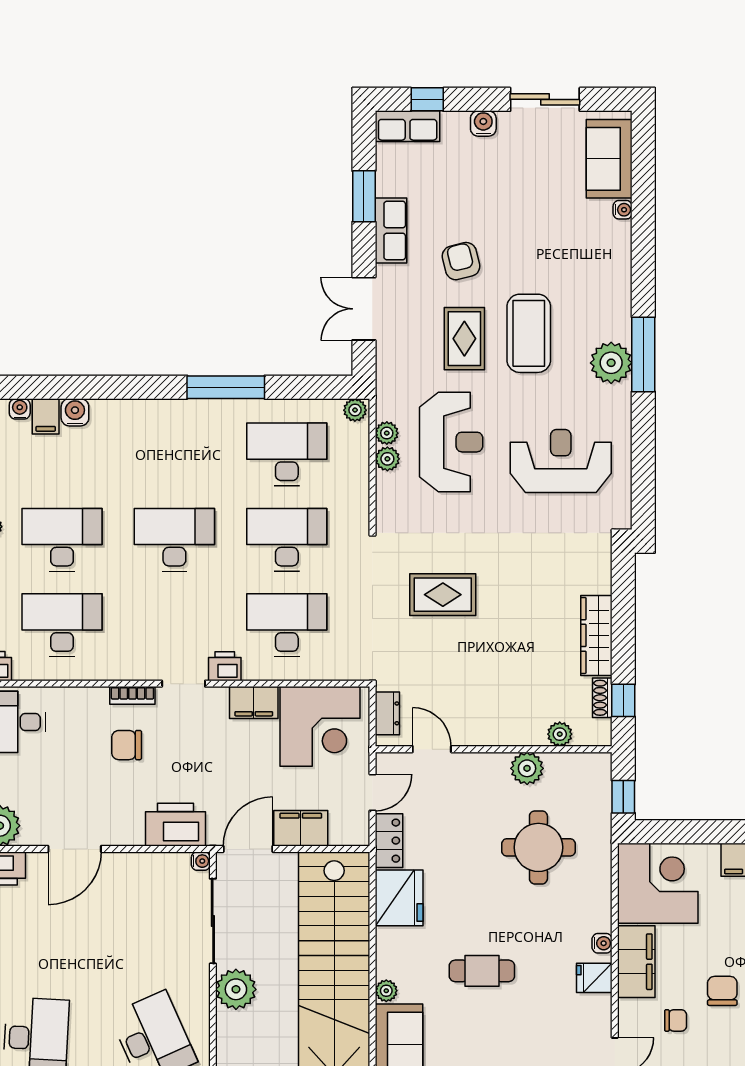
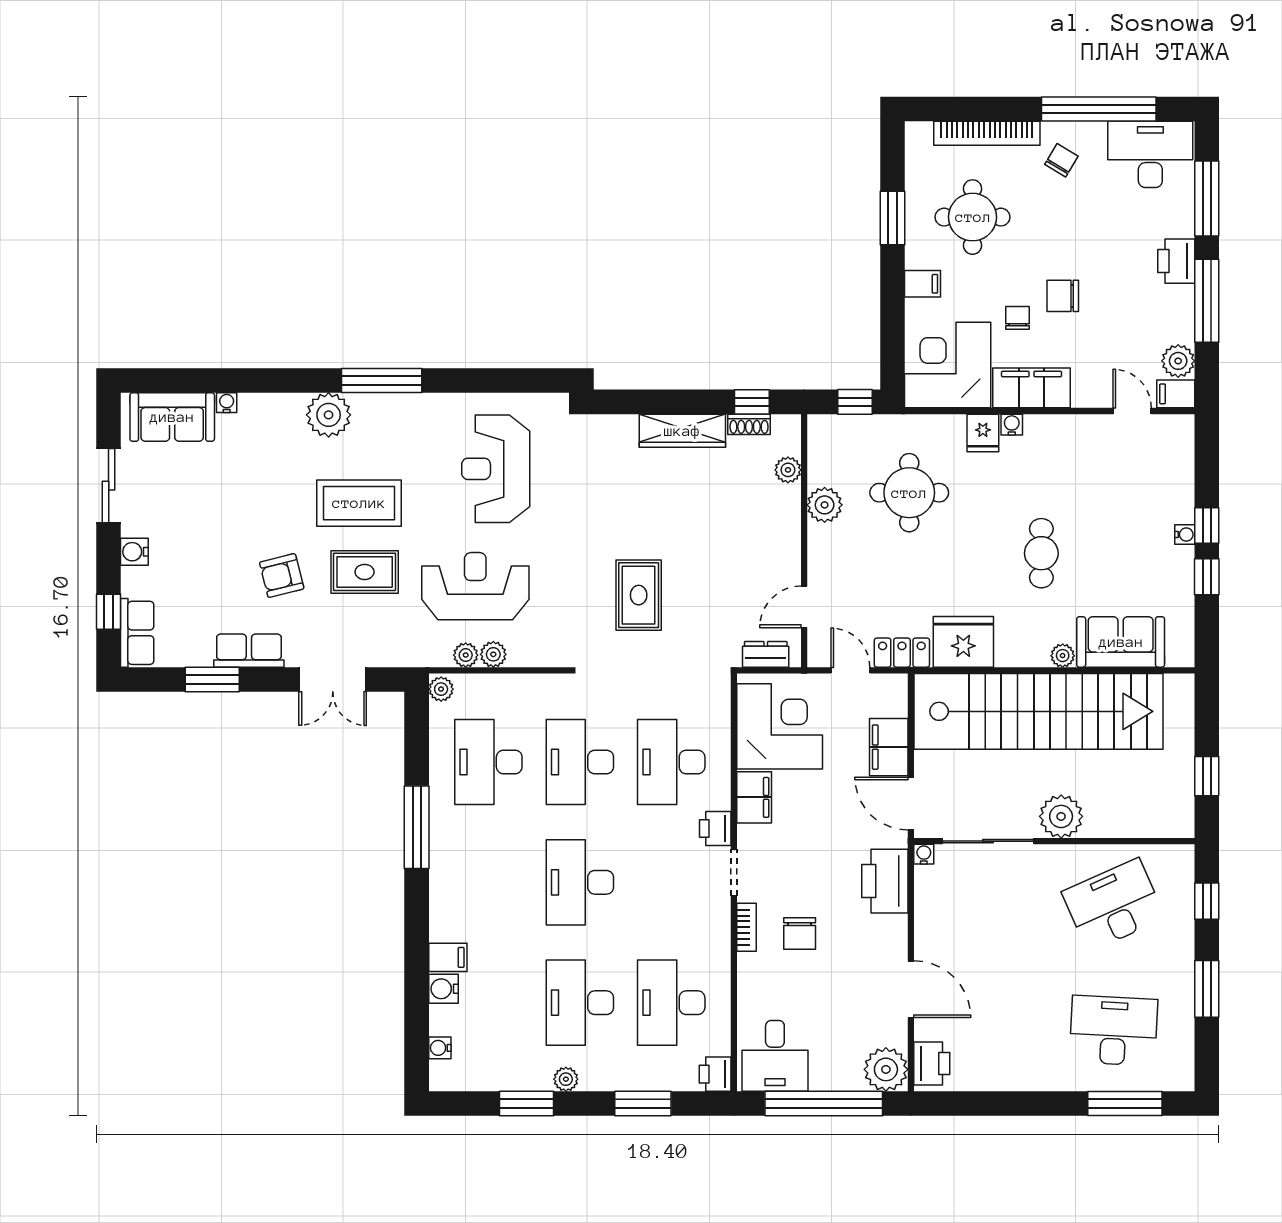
plant: (611, 363) -> (329, 415), moved
filing cabinet: (46, 416) -> (448, 957), moved
fridge: (594, 978) -> (983, 433), moved
chair: (676, 1020) -> (1017, 318), moved

